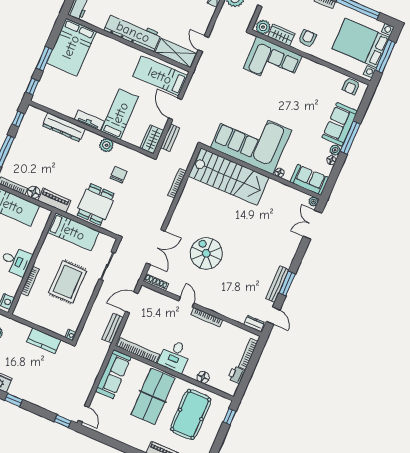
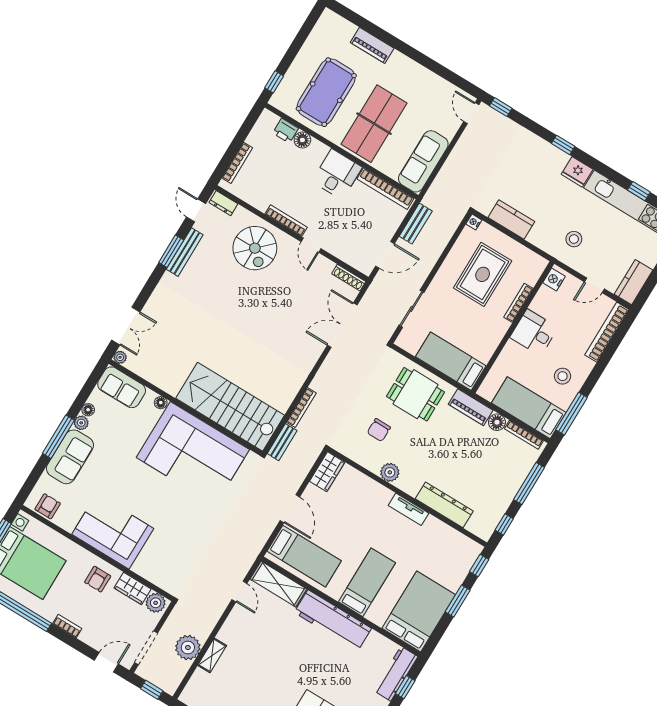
corner sofa: (273, 62) -> (113, 531), moved
bed: (120, 114) -> (367, 582), moved, turned 180
bench: (170, 138) -> (282, 442), moved
dining table: (96, 204) -> (415, 394), turned 90
spiral stairs: (206, 253) -> (255, 248), moved
rug: (68, 282) -> (483, 274), moved
printer: (236, 375) -> (285, 131), moved, turned 90

